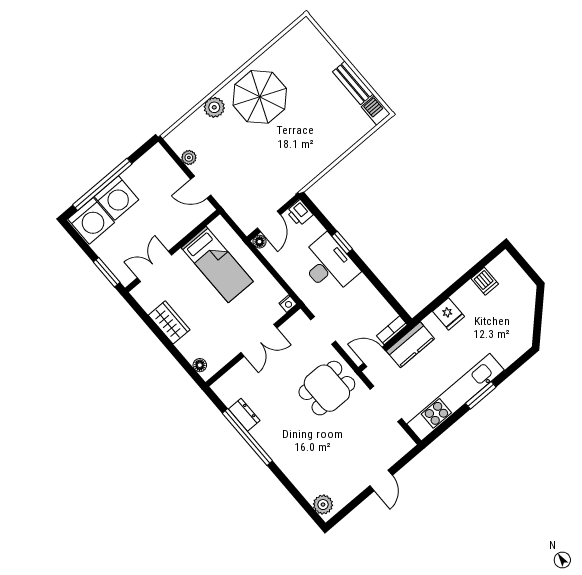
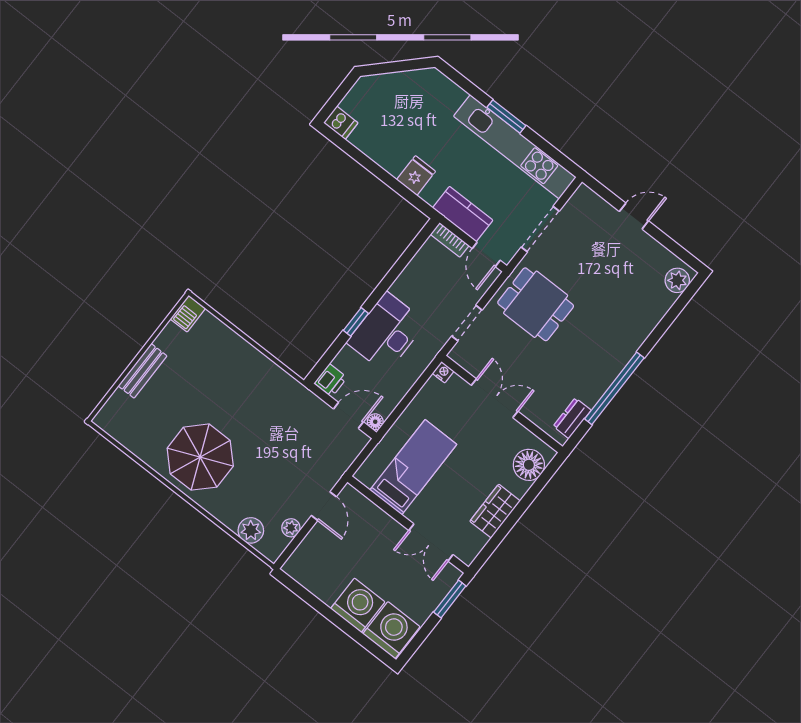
bench: (353, 83) -> (143, 371), moved
plant: (214, 107) -> (251, 530), moved
window: (102, 184) -> (345, 626), removed
dishwasher: (485, 281) -> (341, 123), moved, turned 90
floor lamp: (200, 365) -> (529, 465), width x1.89, depth x1.89
dresser: (244, 415) -> (572, 418), moved

